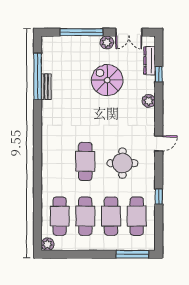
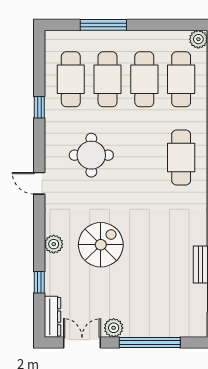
dresser: (150, 61) -> (52, 317), moved
spiral stairs: (107, 80) -> (101, 245), moved, turned -90
door: (159, 143) -> (39, 183), hinge flipped
cafe table: (85, 161) -> (181, 158), moved
window: (132, 254) -> (103, 25), moved

